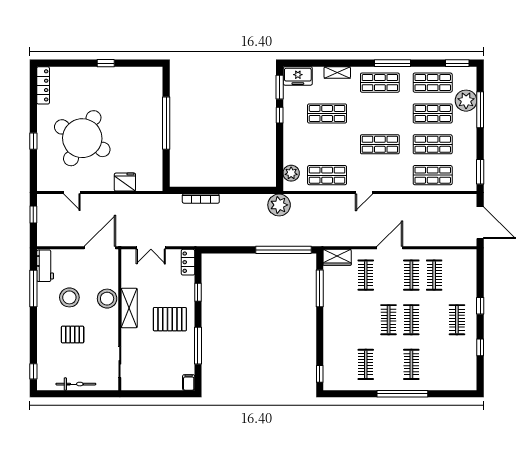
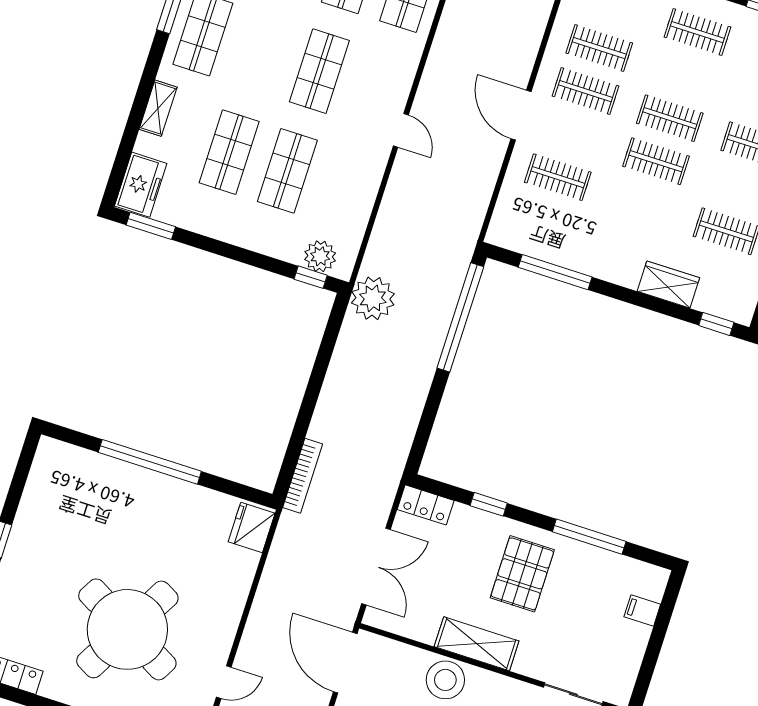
window: (280, 115) -> (311, 277), moved
shop shelf: (327, 175) -> (287, 171), moved
fridge: (125, 182) -> (252, 527), moved
bookcase: (201, 199) -> (303, 476), moved
double door: (151, 248) -> (376, 567), width x1.37
wardrobe: (337, 257) -> (668, 285), moved, turned -90
filing cabinet: (189, 382) -> (642, 610), moved

